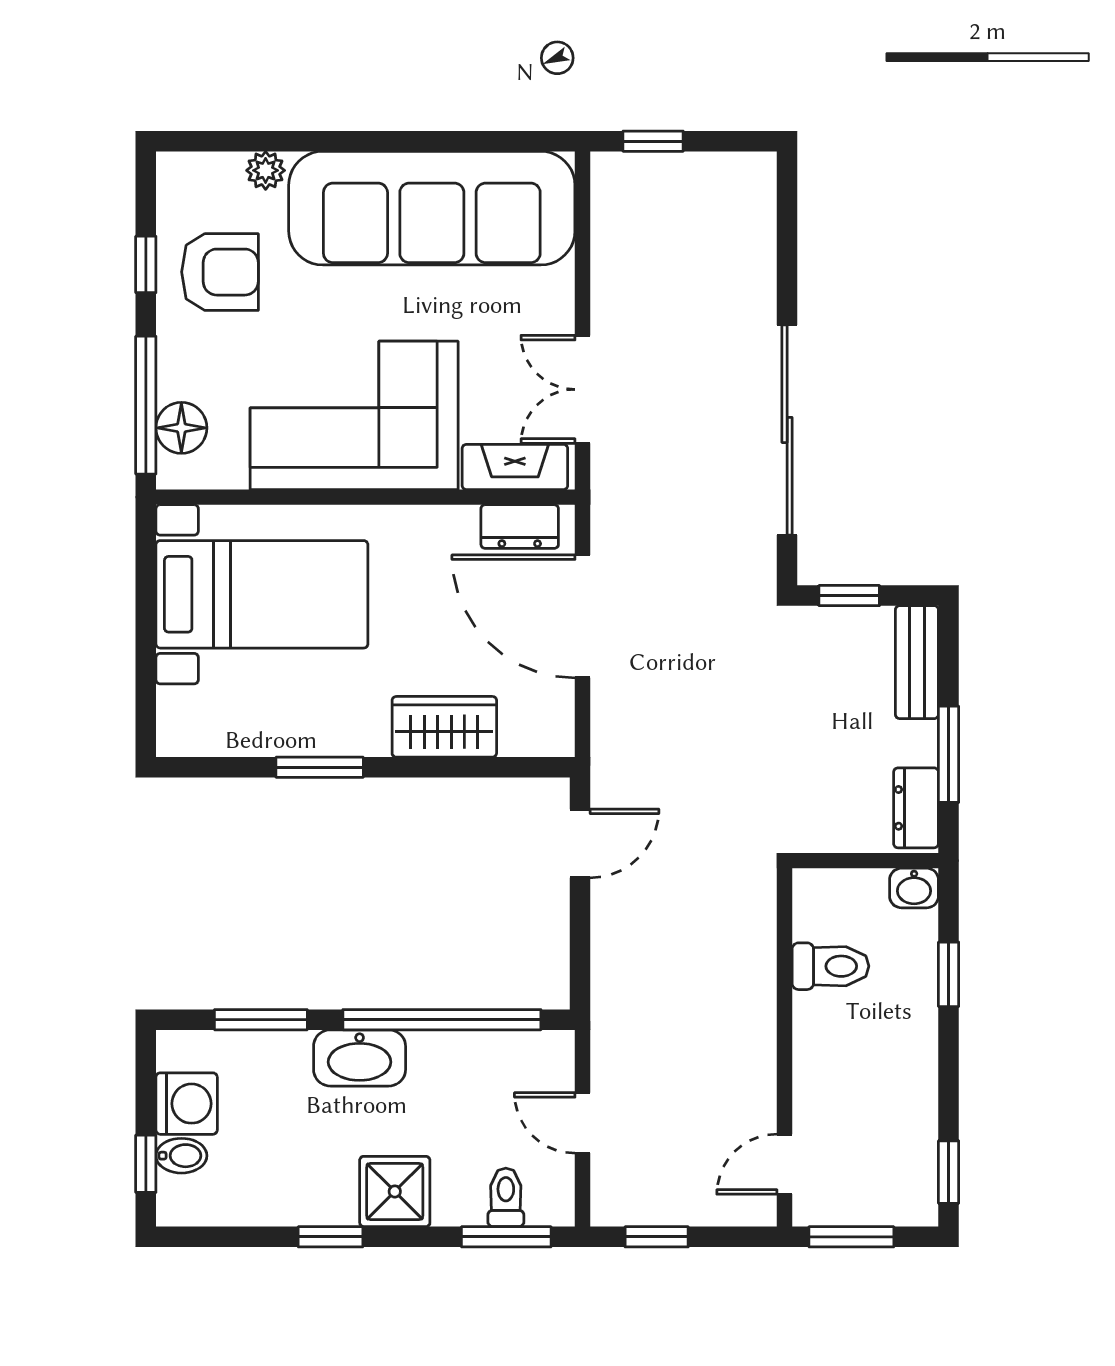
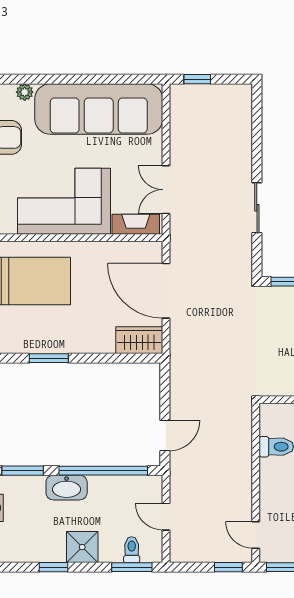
sliding door: (787, 430) -> (257, 208), width x0.54
dresser: (520, 527) -> (138, 251), removed
wardrobe: (444, 727) -> (139, 340), moved
door: (580, 843) -> (165, 435), moved
door: (785, 1164) -> (256, 535), hinge flipped
window: (657, 1237) -> (228, 567), moved

